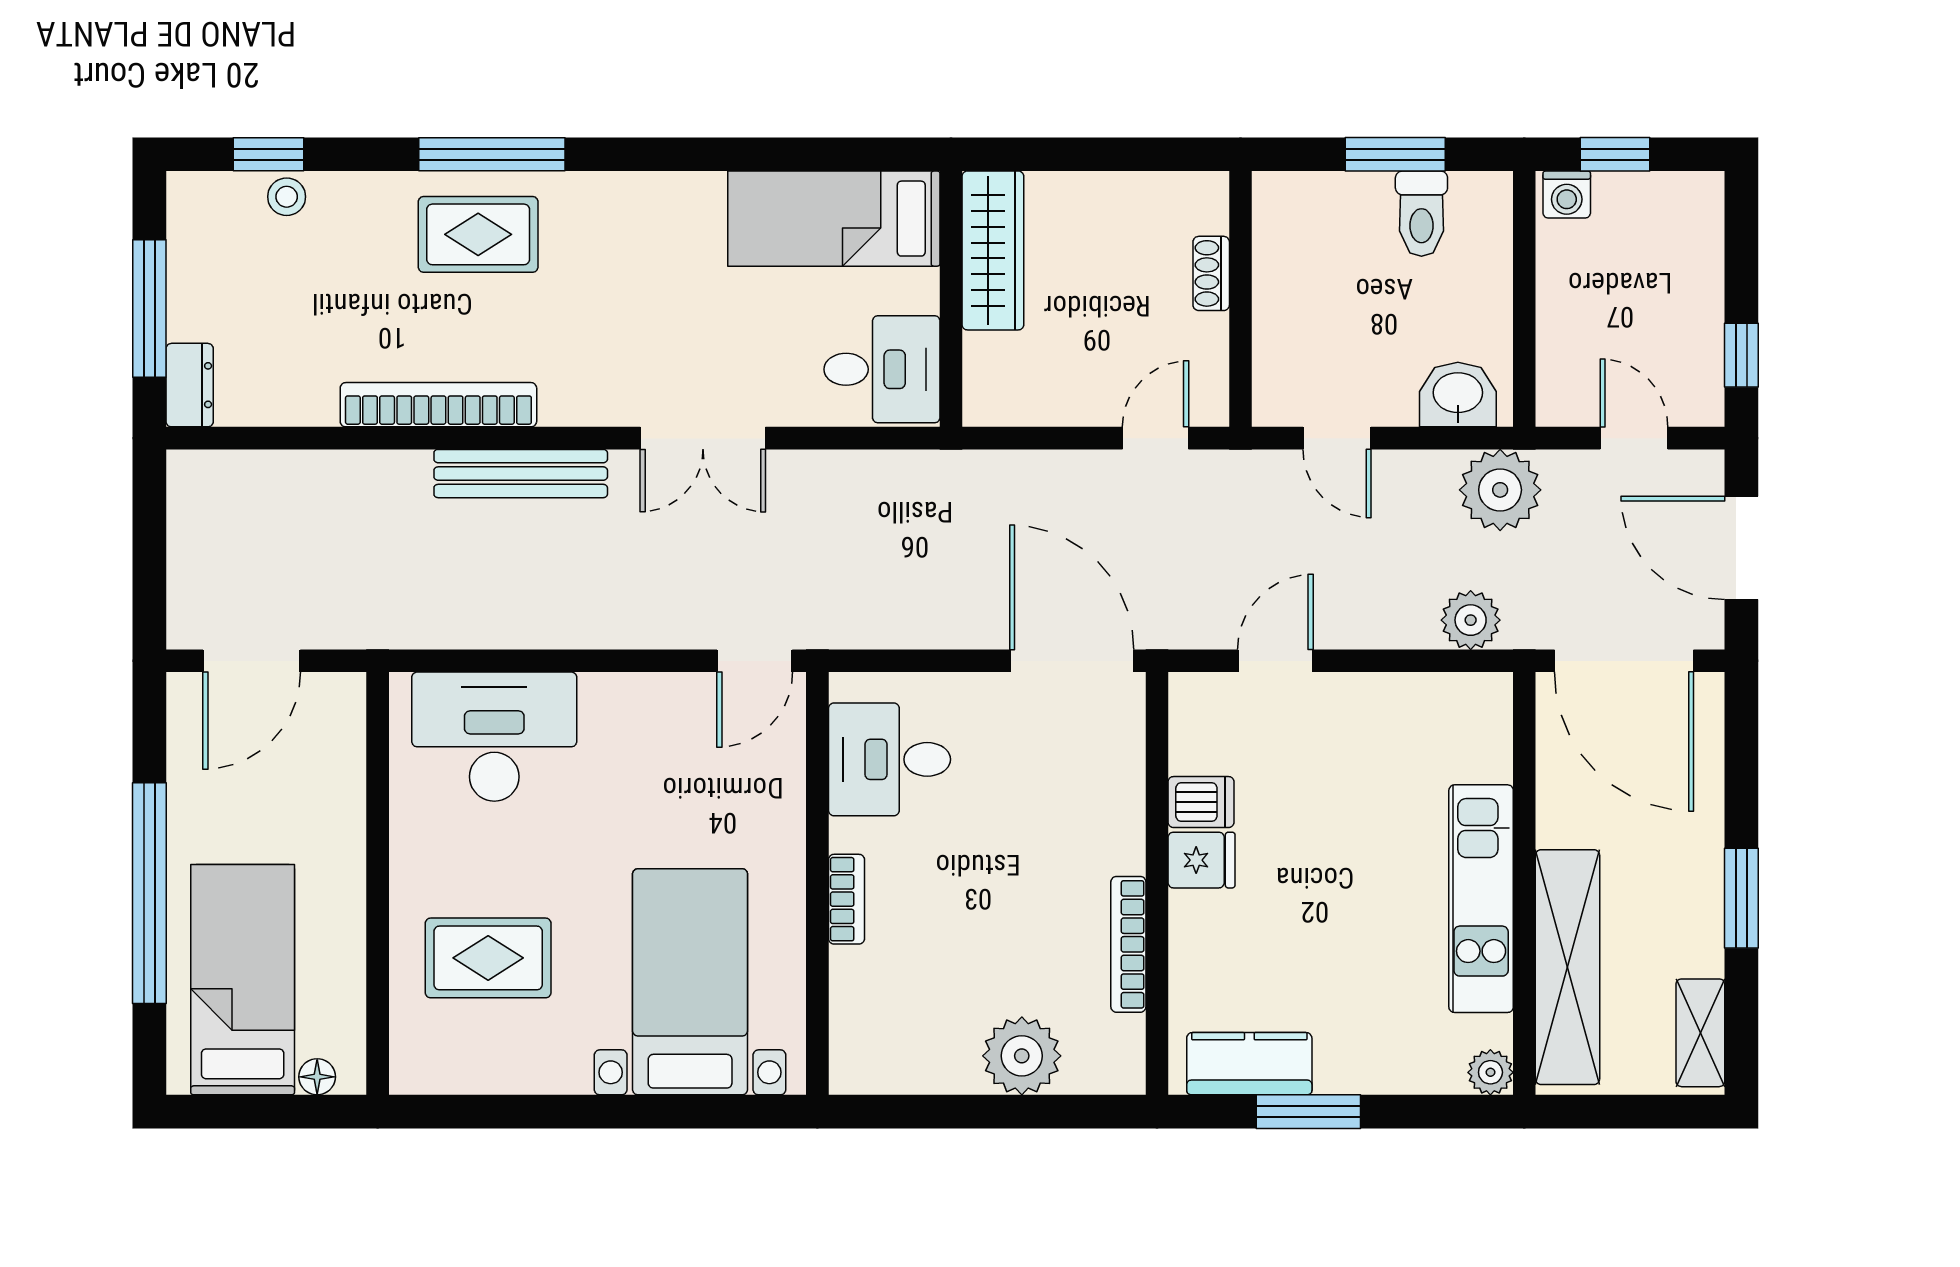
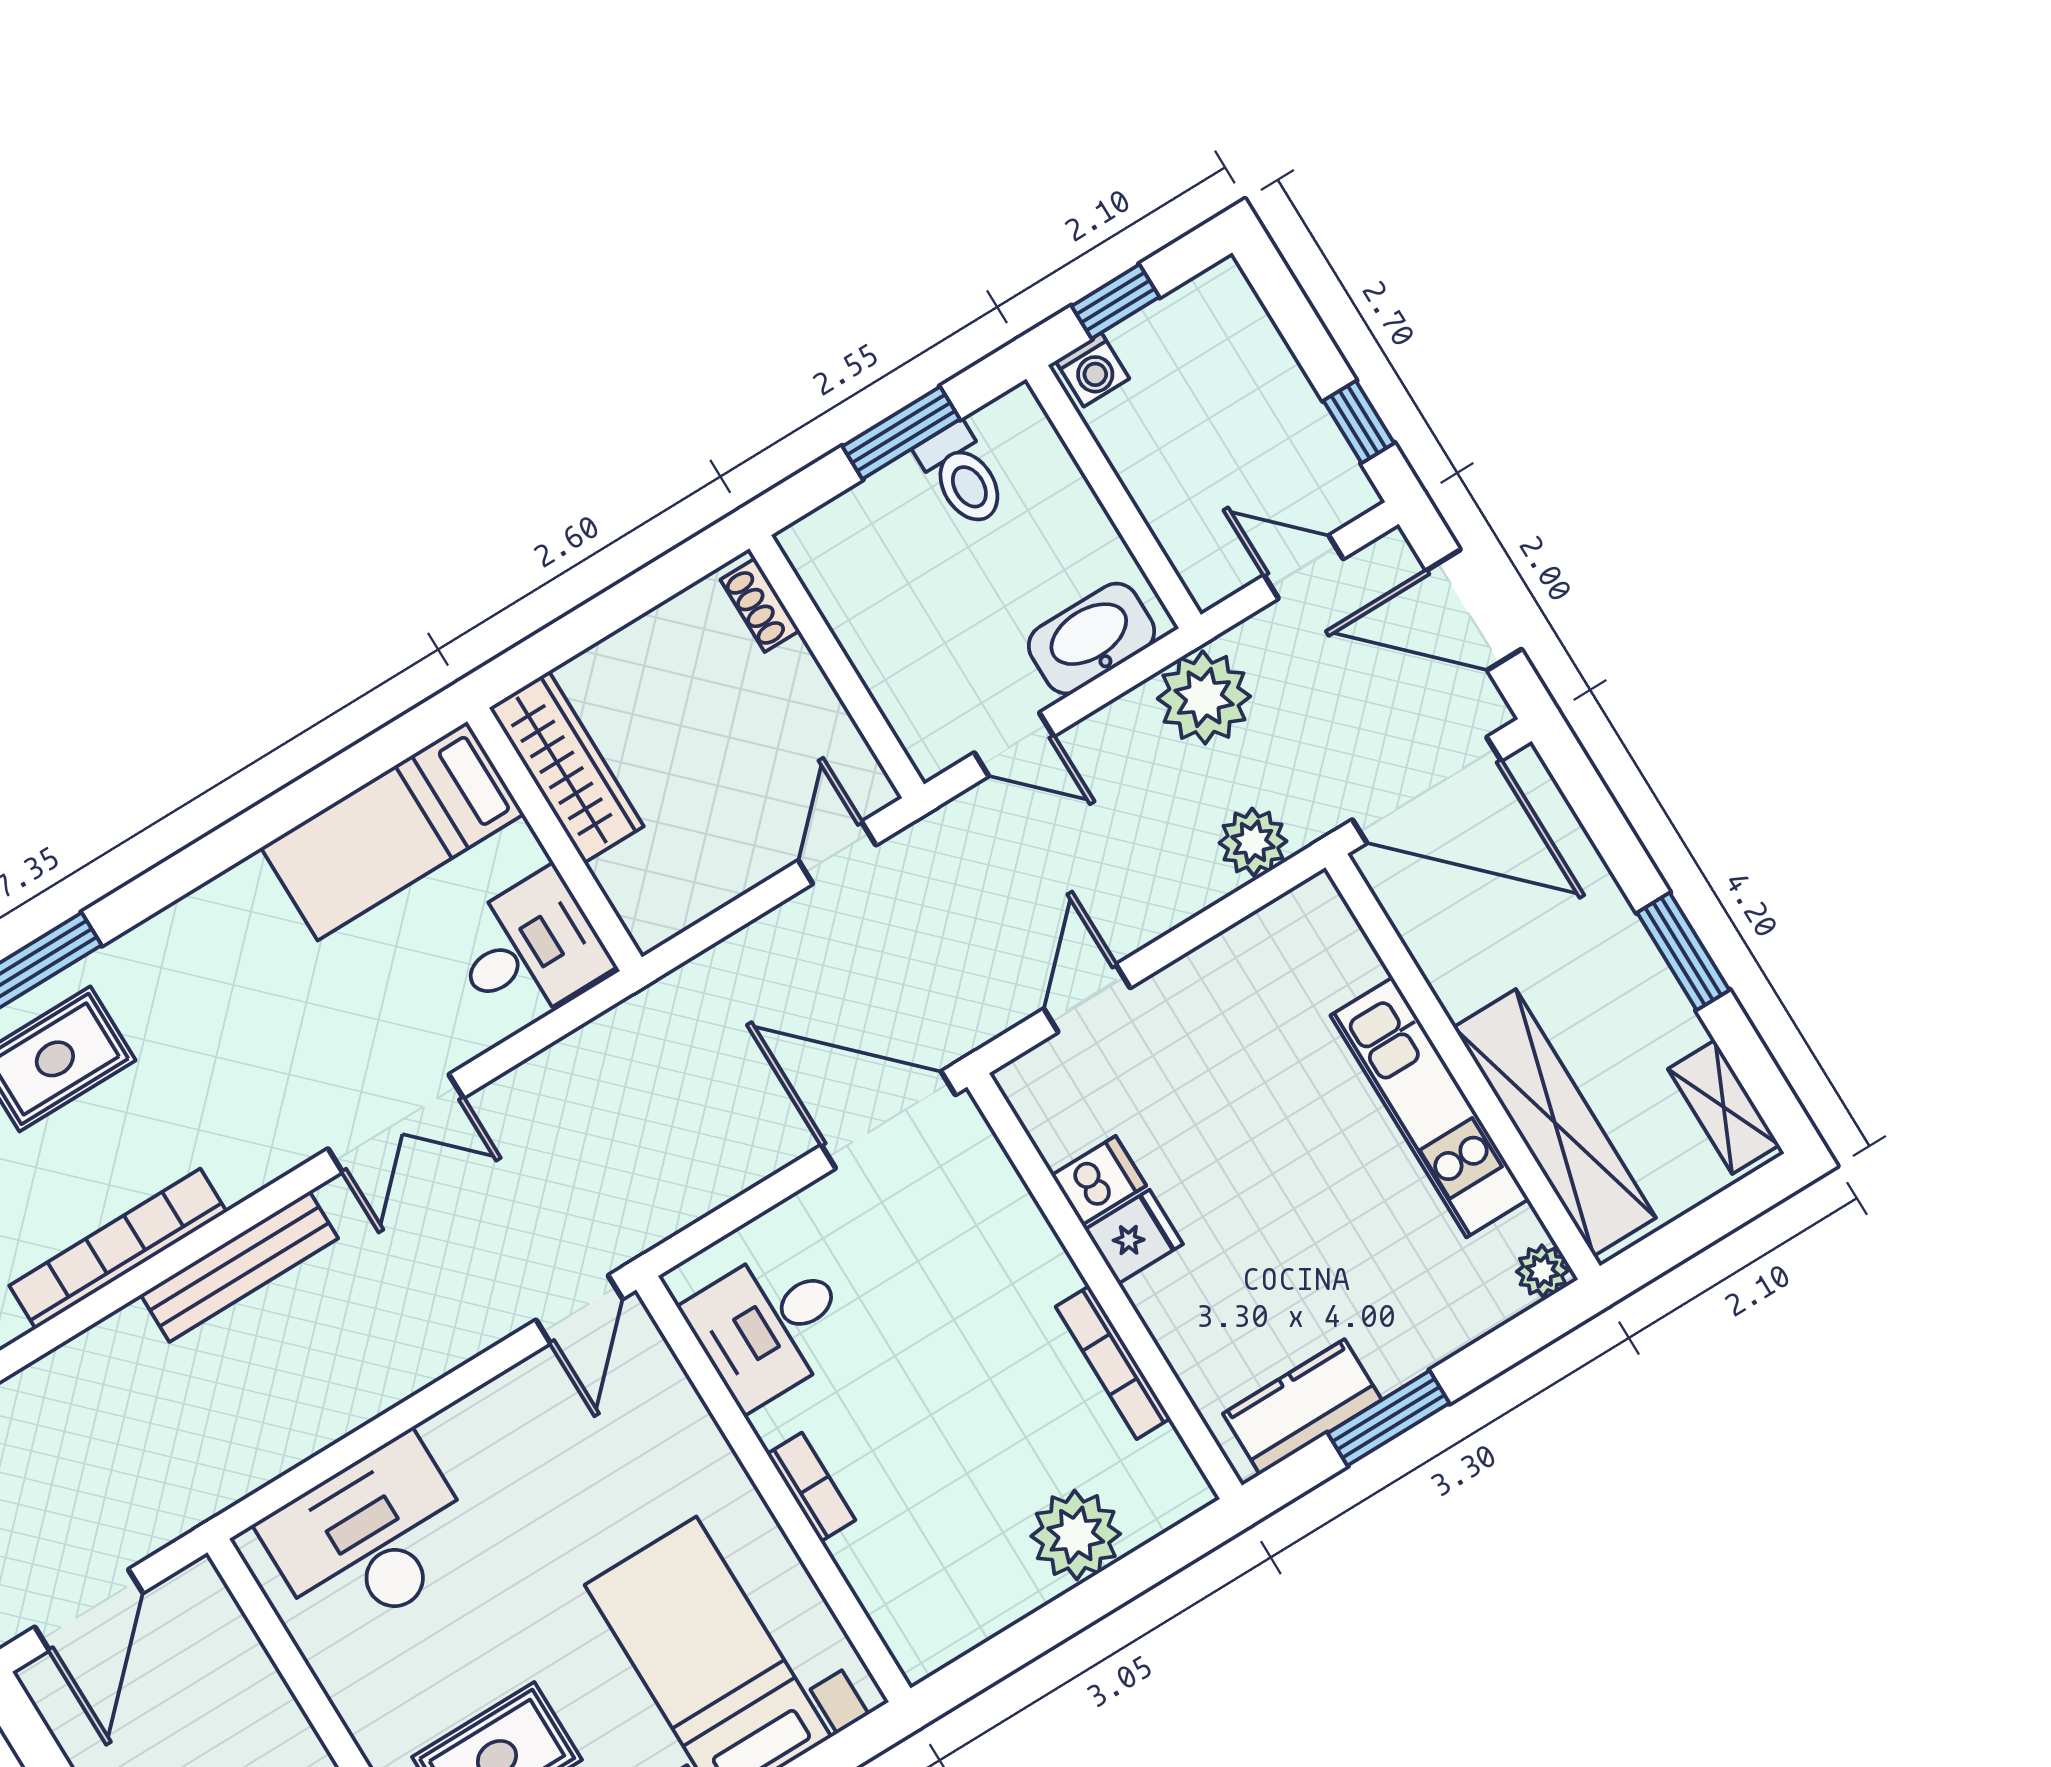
shoe rack: (1211, 273) -> (760, 605), moved
washbasin: (1458, 395) -> (1092, 639), width x1.38

